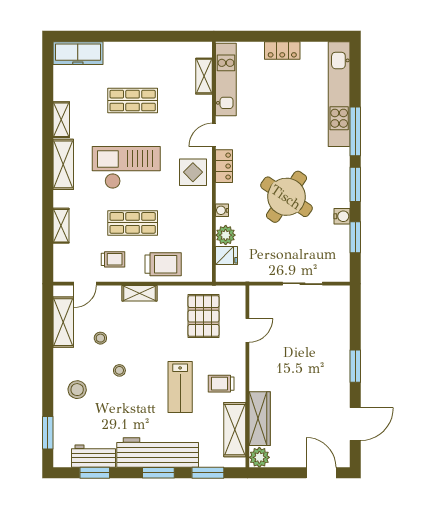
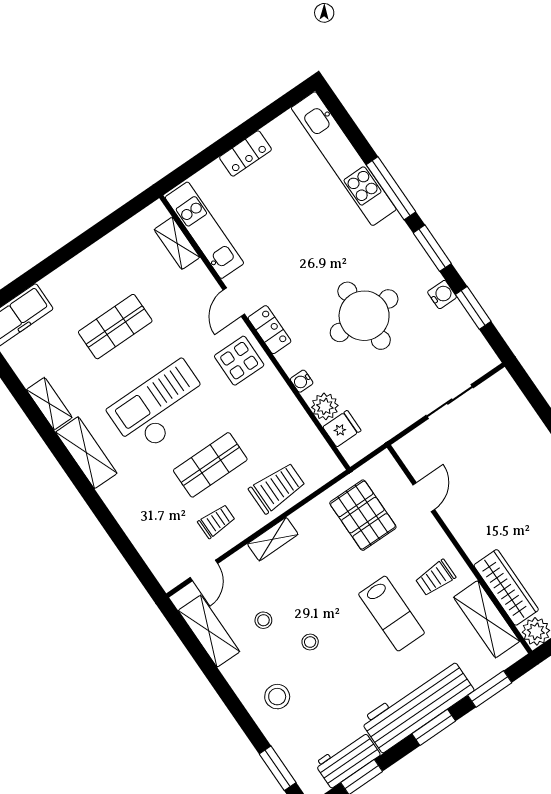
round table: (286, 197) -> (364, 316), turned -34
shelving: (61, 226) -> (131, 524), removed

